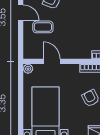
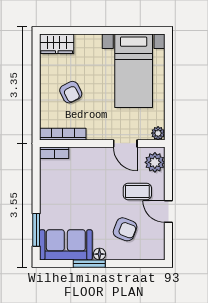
plant: (30, 48) -> (155, 162), added

